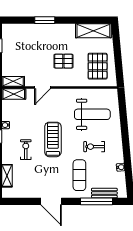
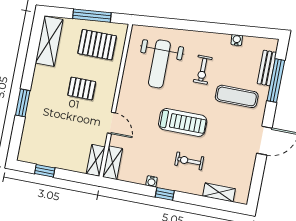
window: (118, 58) -> (92, 16), added
pallet: (63, 61) -> (82, 88), turned 90
weight bench: (92, 114) -> (159, 64), turned 180
treadmill: (53, 139) -> (183, 122), turned 180

